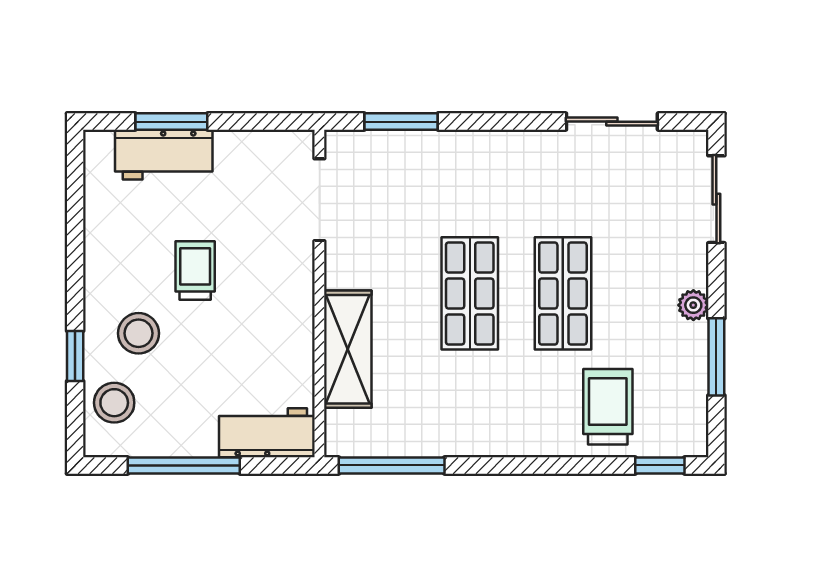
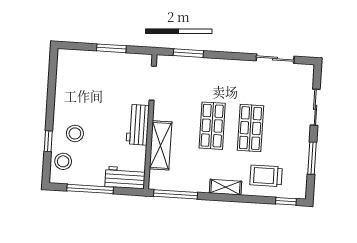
window: (171, 122) -> (111, 48), moved
workbench: (164, 155) -> (138, 125), moved, turned 90
sliding door: (716, 199) -> (315, 107), moved
trolley: (195, 271) -> (100, 109), removed
plant: (693, 305) -> (304, 136), removed
trolley: (608, 407) -> (266, 176), turned -90
shelving: (511, 440) -> (225, 187), added

